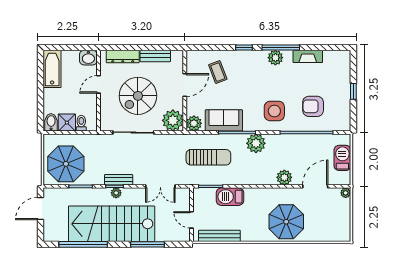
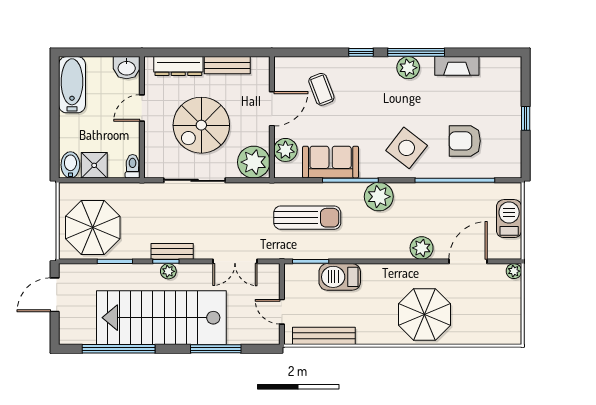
side table: (274, 111) -> (407, 148), turned 38
toilet: (81, 123) -> (133, 166), moved
plant: (194, 123) -> (285, 150), moved

